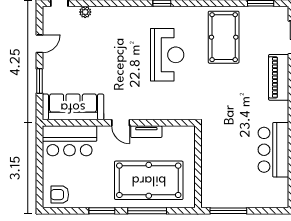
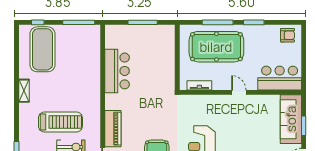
sofa: (73, 107) -> (291, 119), moved, turned 90
tv unit: (146, 132) -> (199, 85), moved
window: (228, 211) -> (143, 22), moved

